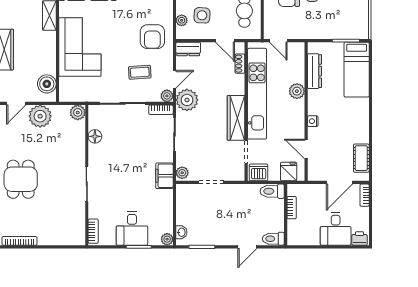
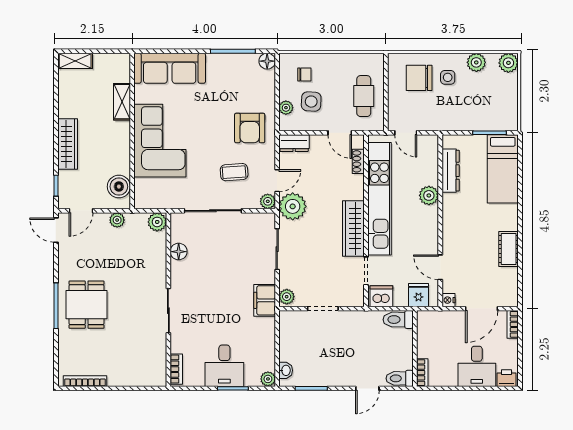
bookcase: (161, 110) -> (260, 219), removed
plant: (40, 116) -> (117, 220), width x0.53, depth x0.53
nightstand: (313, 121) -> (448, 300), moved
cot: (361, 158) -> (509, 249), moved
bookcase: (292, 208) -> (422, 373), moved

